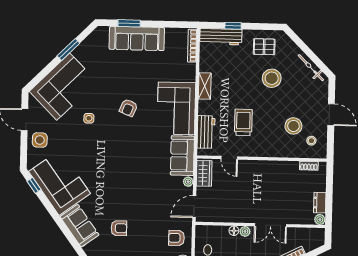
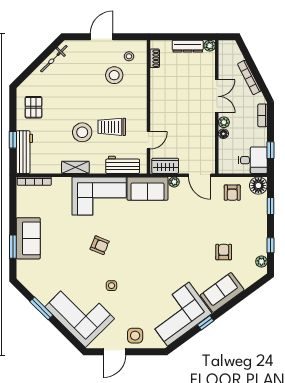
sofa: (137, 38) -> (28, 238), width x0.73
stool: (272, 78) -> (82, 132), moved
window: (34, 185) -> (206, 323), moved
dresser: (320, 203) -> (188, 46), width x1.44

